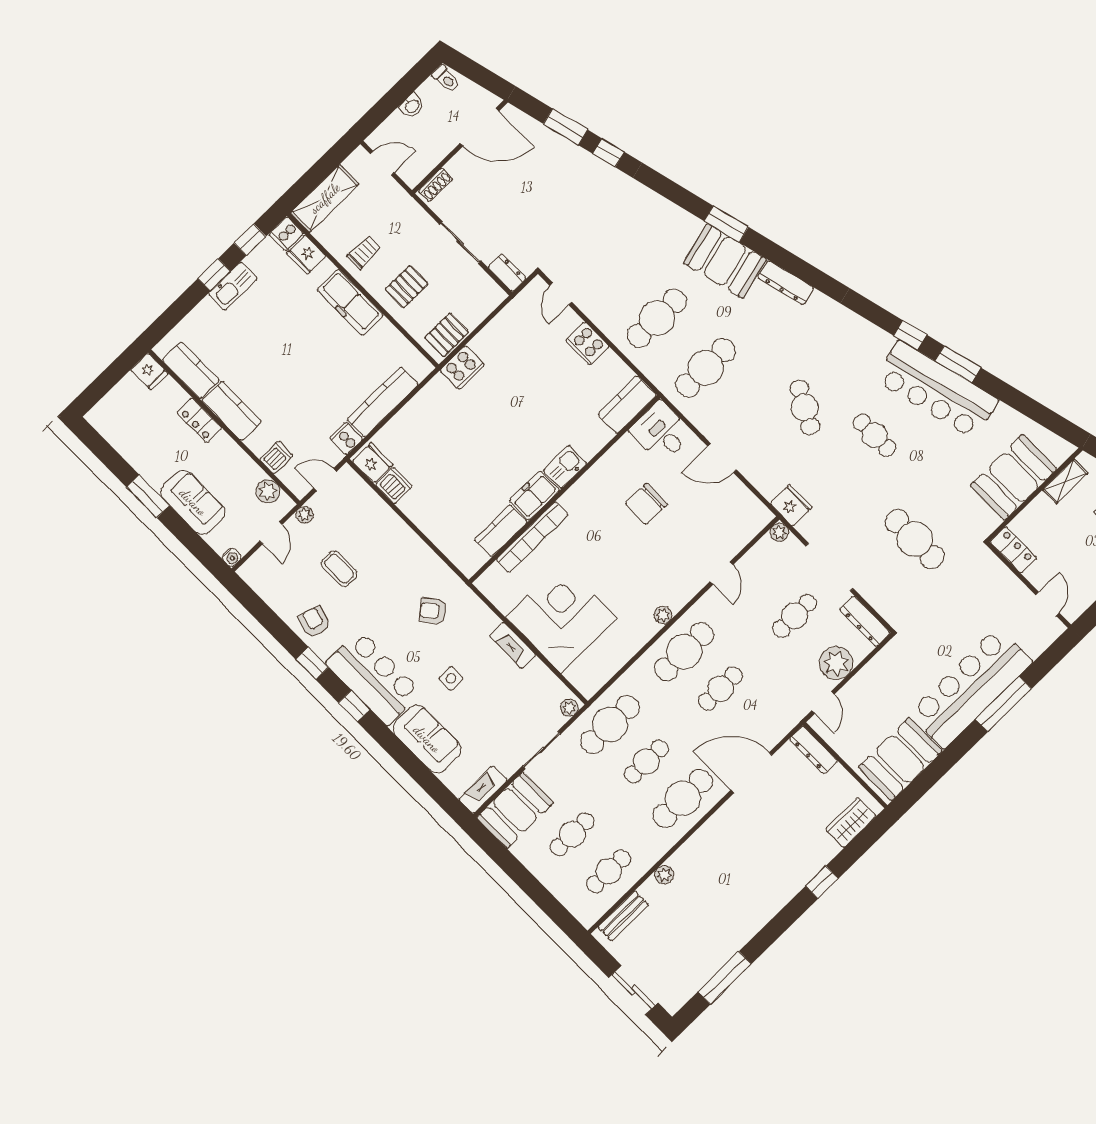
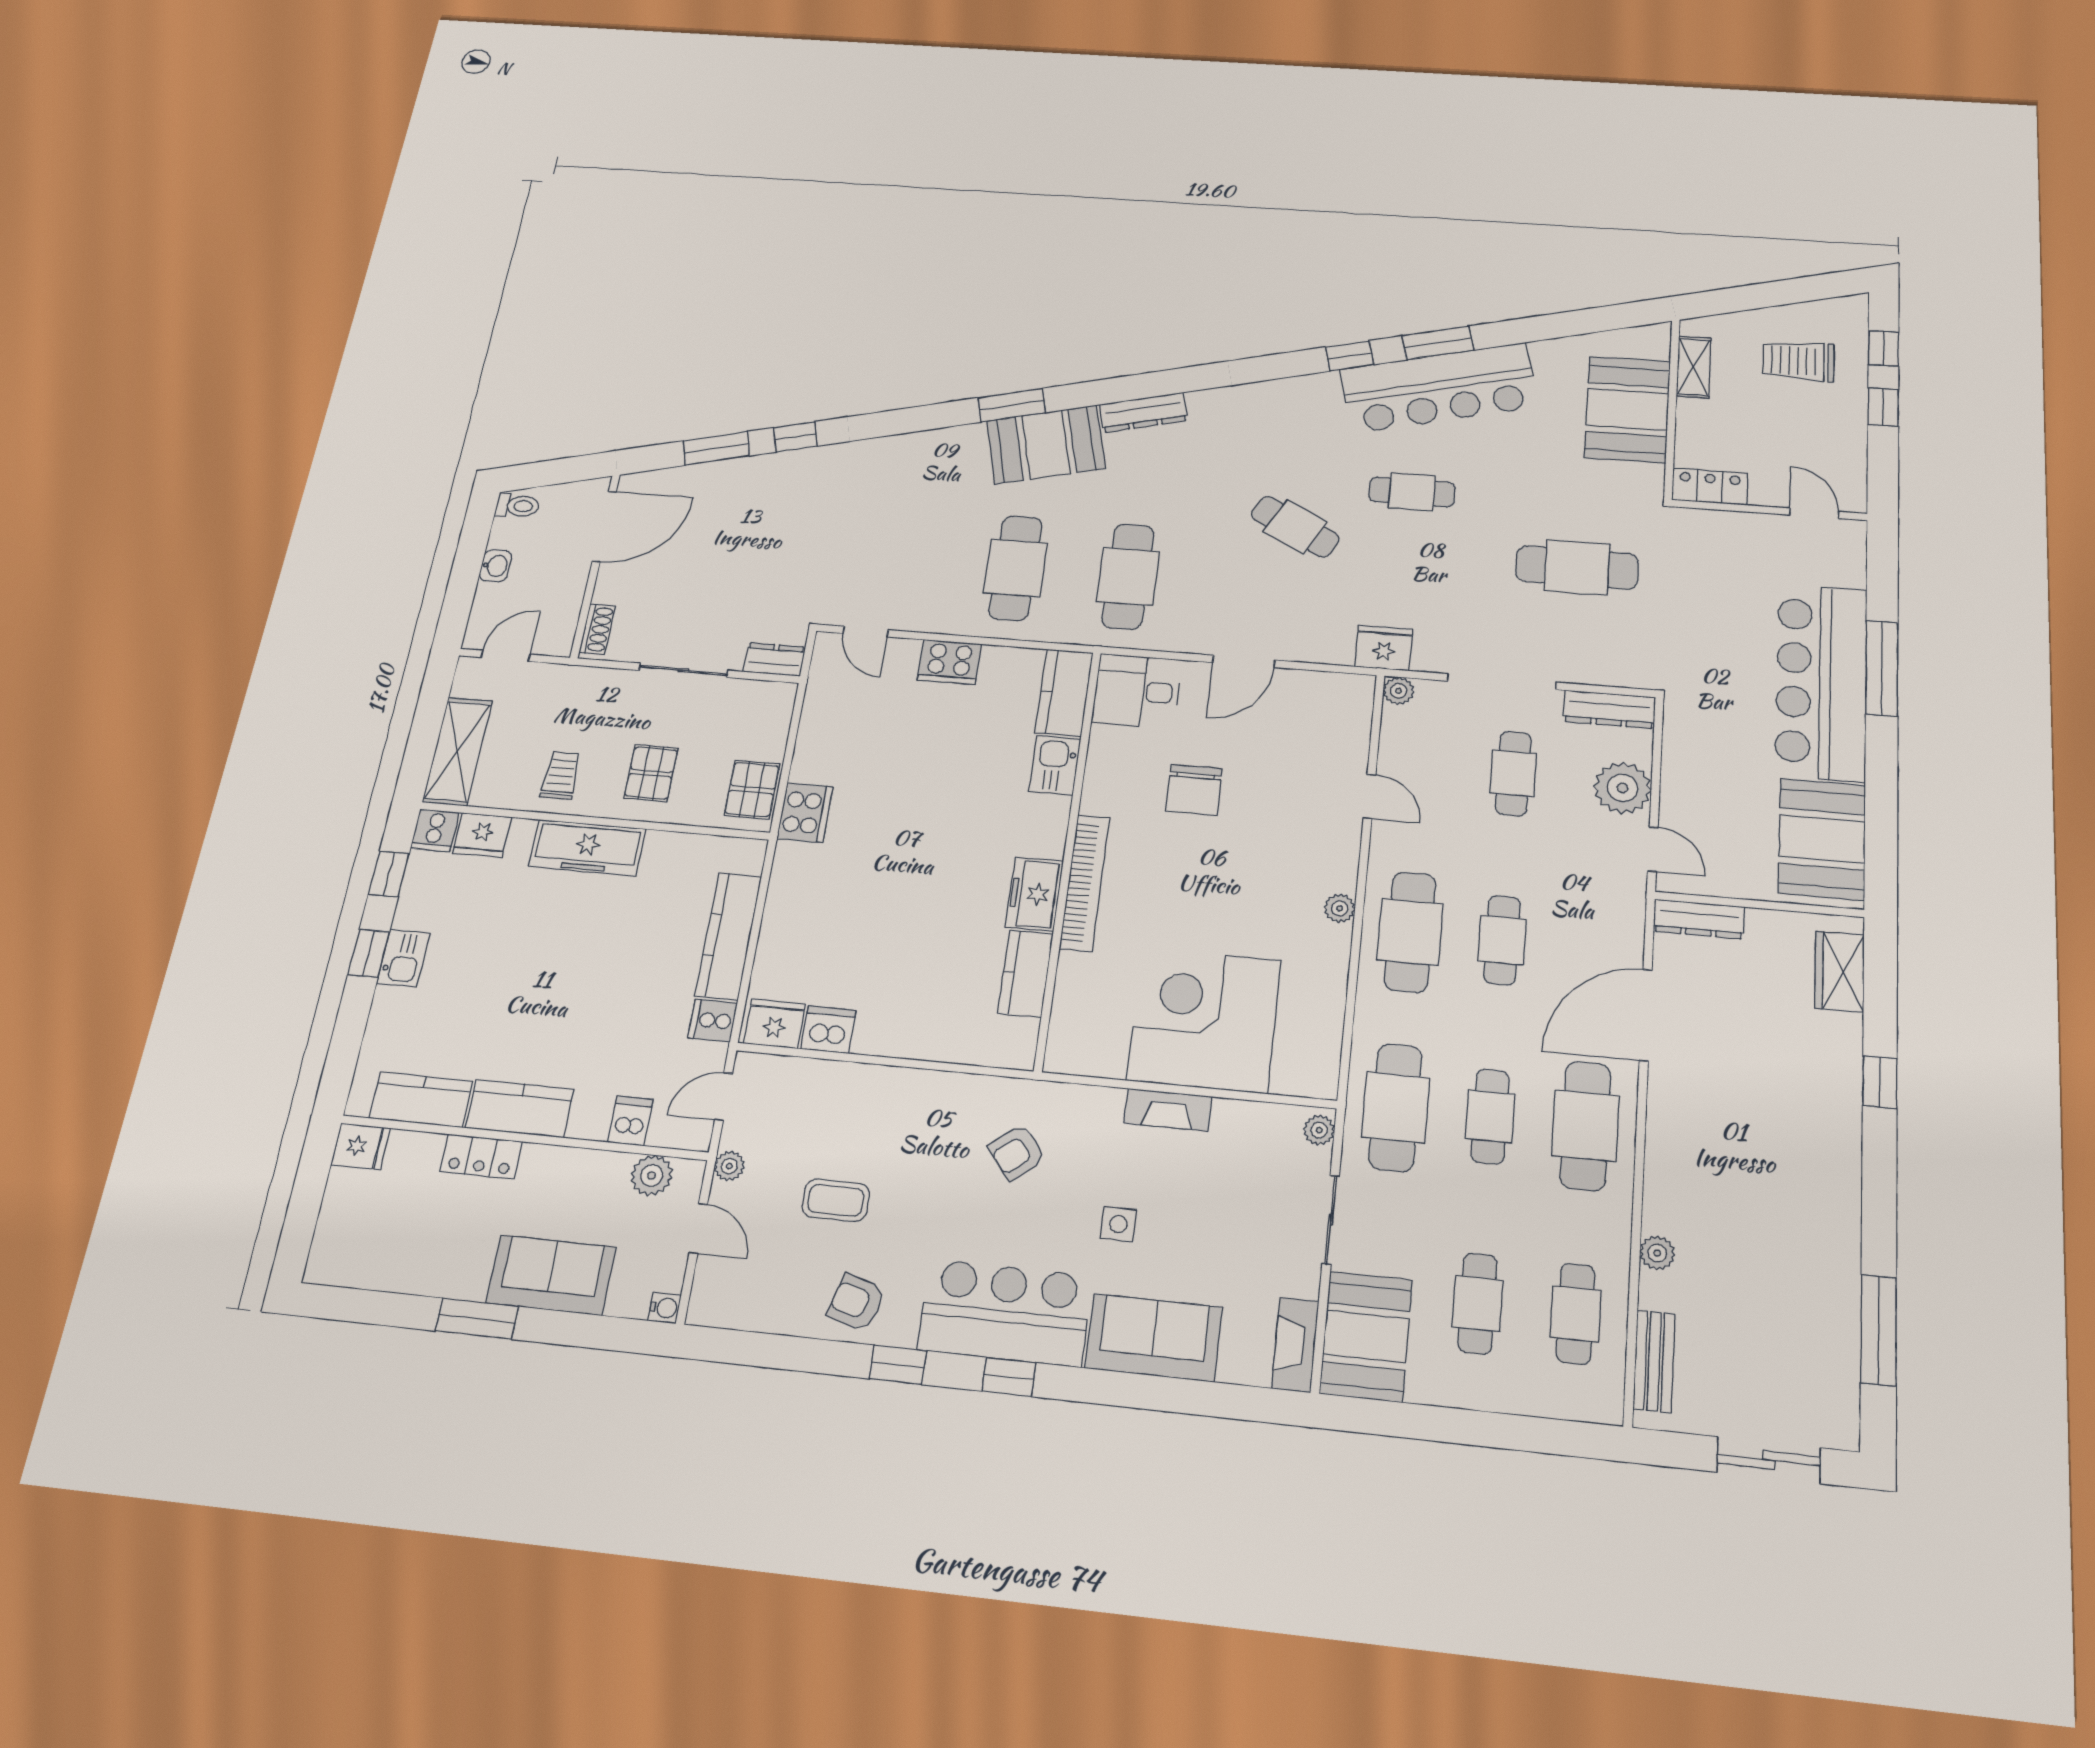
kitchen sink: (233, 286) -> (403, 958), width x0.73
kitchen sink: (565, 467) -> (1055, 765), moved
bookcase: (532, 537) -> (1085, 883), moved

